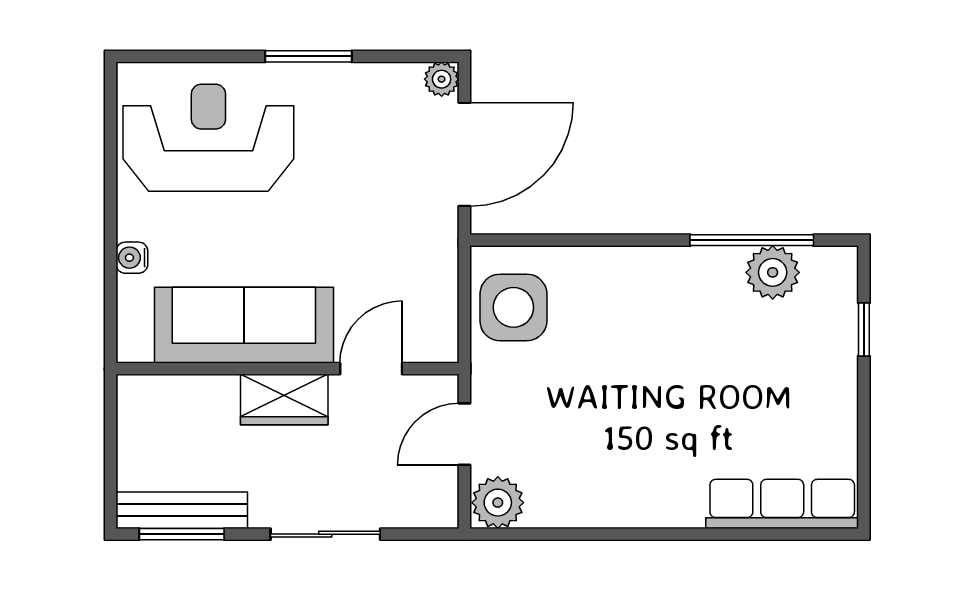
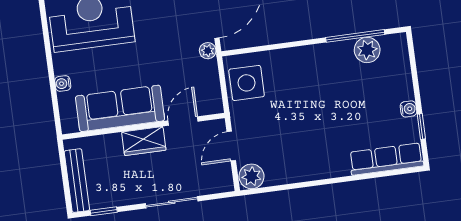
plant: (442, 230) -> (208, 51), added
window: (864, 330) -> (421, 127), moved
water cooler: (842, 406) -> (408, 109), added
bench: (182, 510) -> (77, 181), moved, turned 90
window: (182, 534) -> (104, 211), width x0.67

